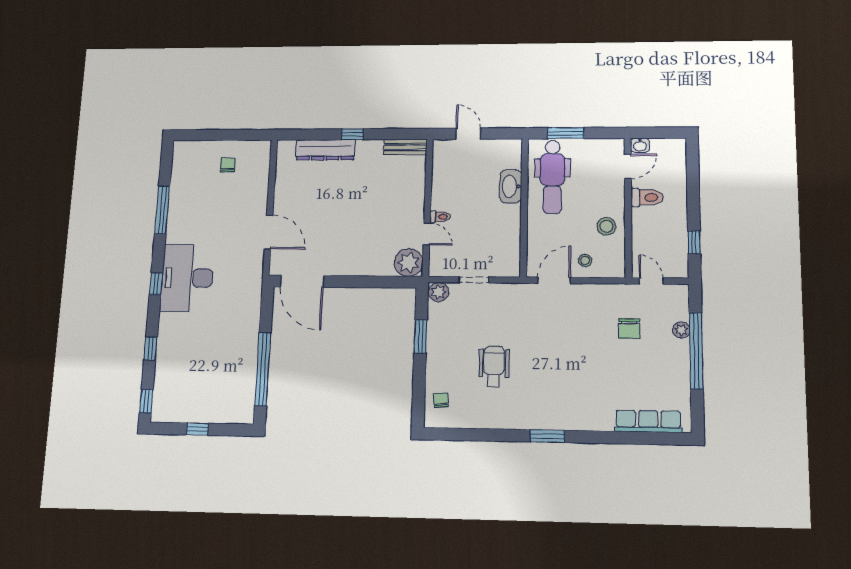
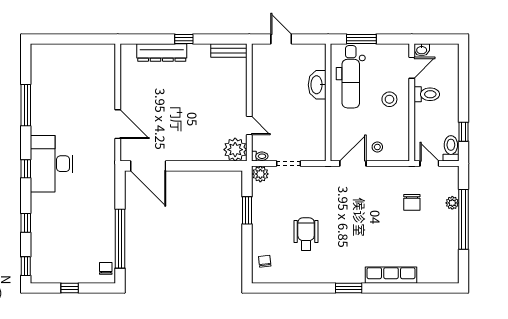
chair: (228, 165) -> (106, 268), moved
toilet: (440, 217) -> (260, 156), moved
stool: (606, 226) -> (389, 99), moved
toilet: (678, 263) -> (451, 148), added
row of seats: (648, 421) -> (391, 275), moved

